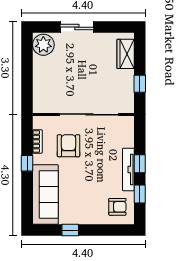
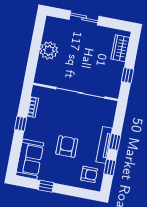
plant: (43, 45) -> (49, 50), moved
armchair: (69, 146) -> (67, 147), moved
sofa: (45, 194) -> (30, 159), width x0.73

